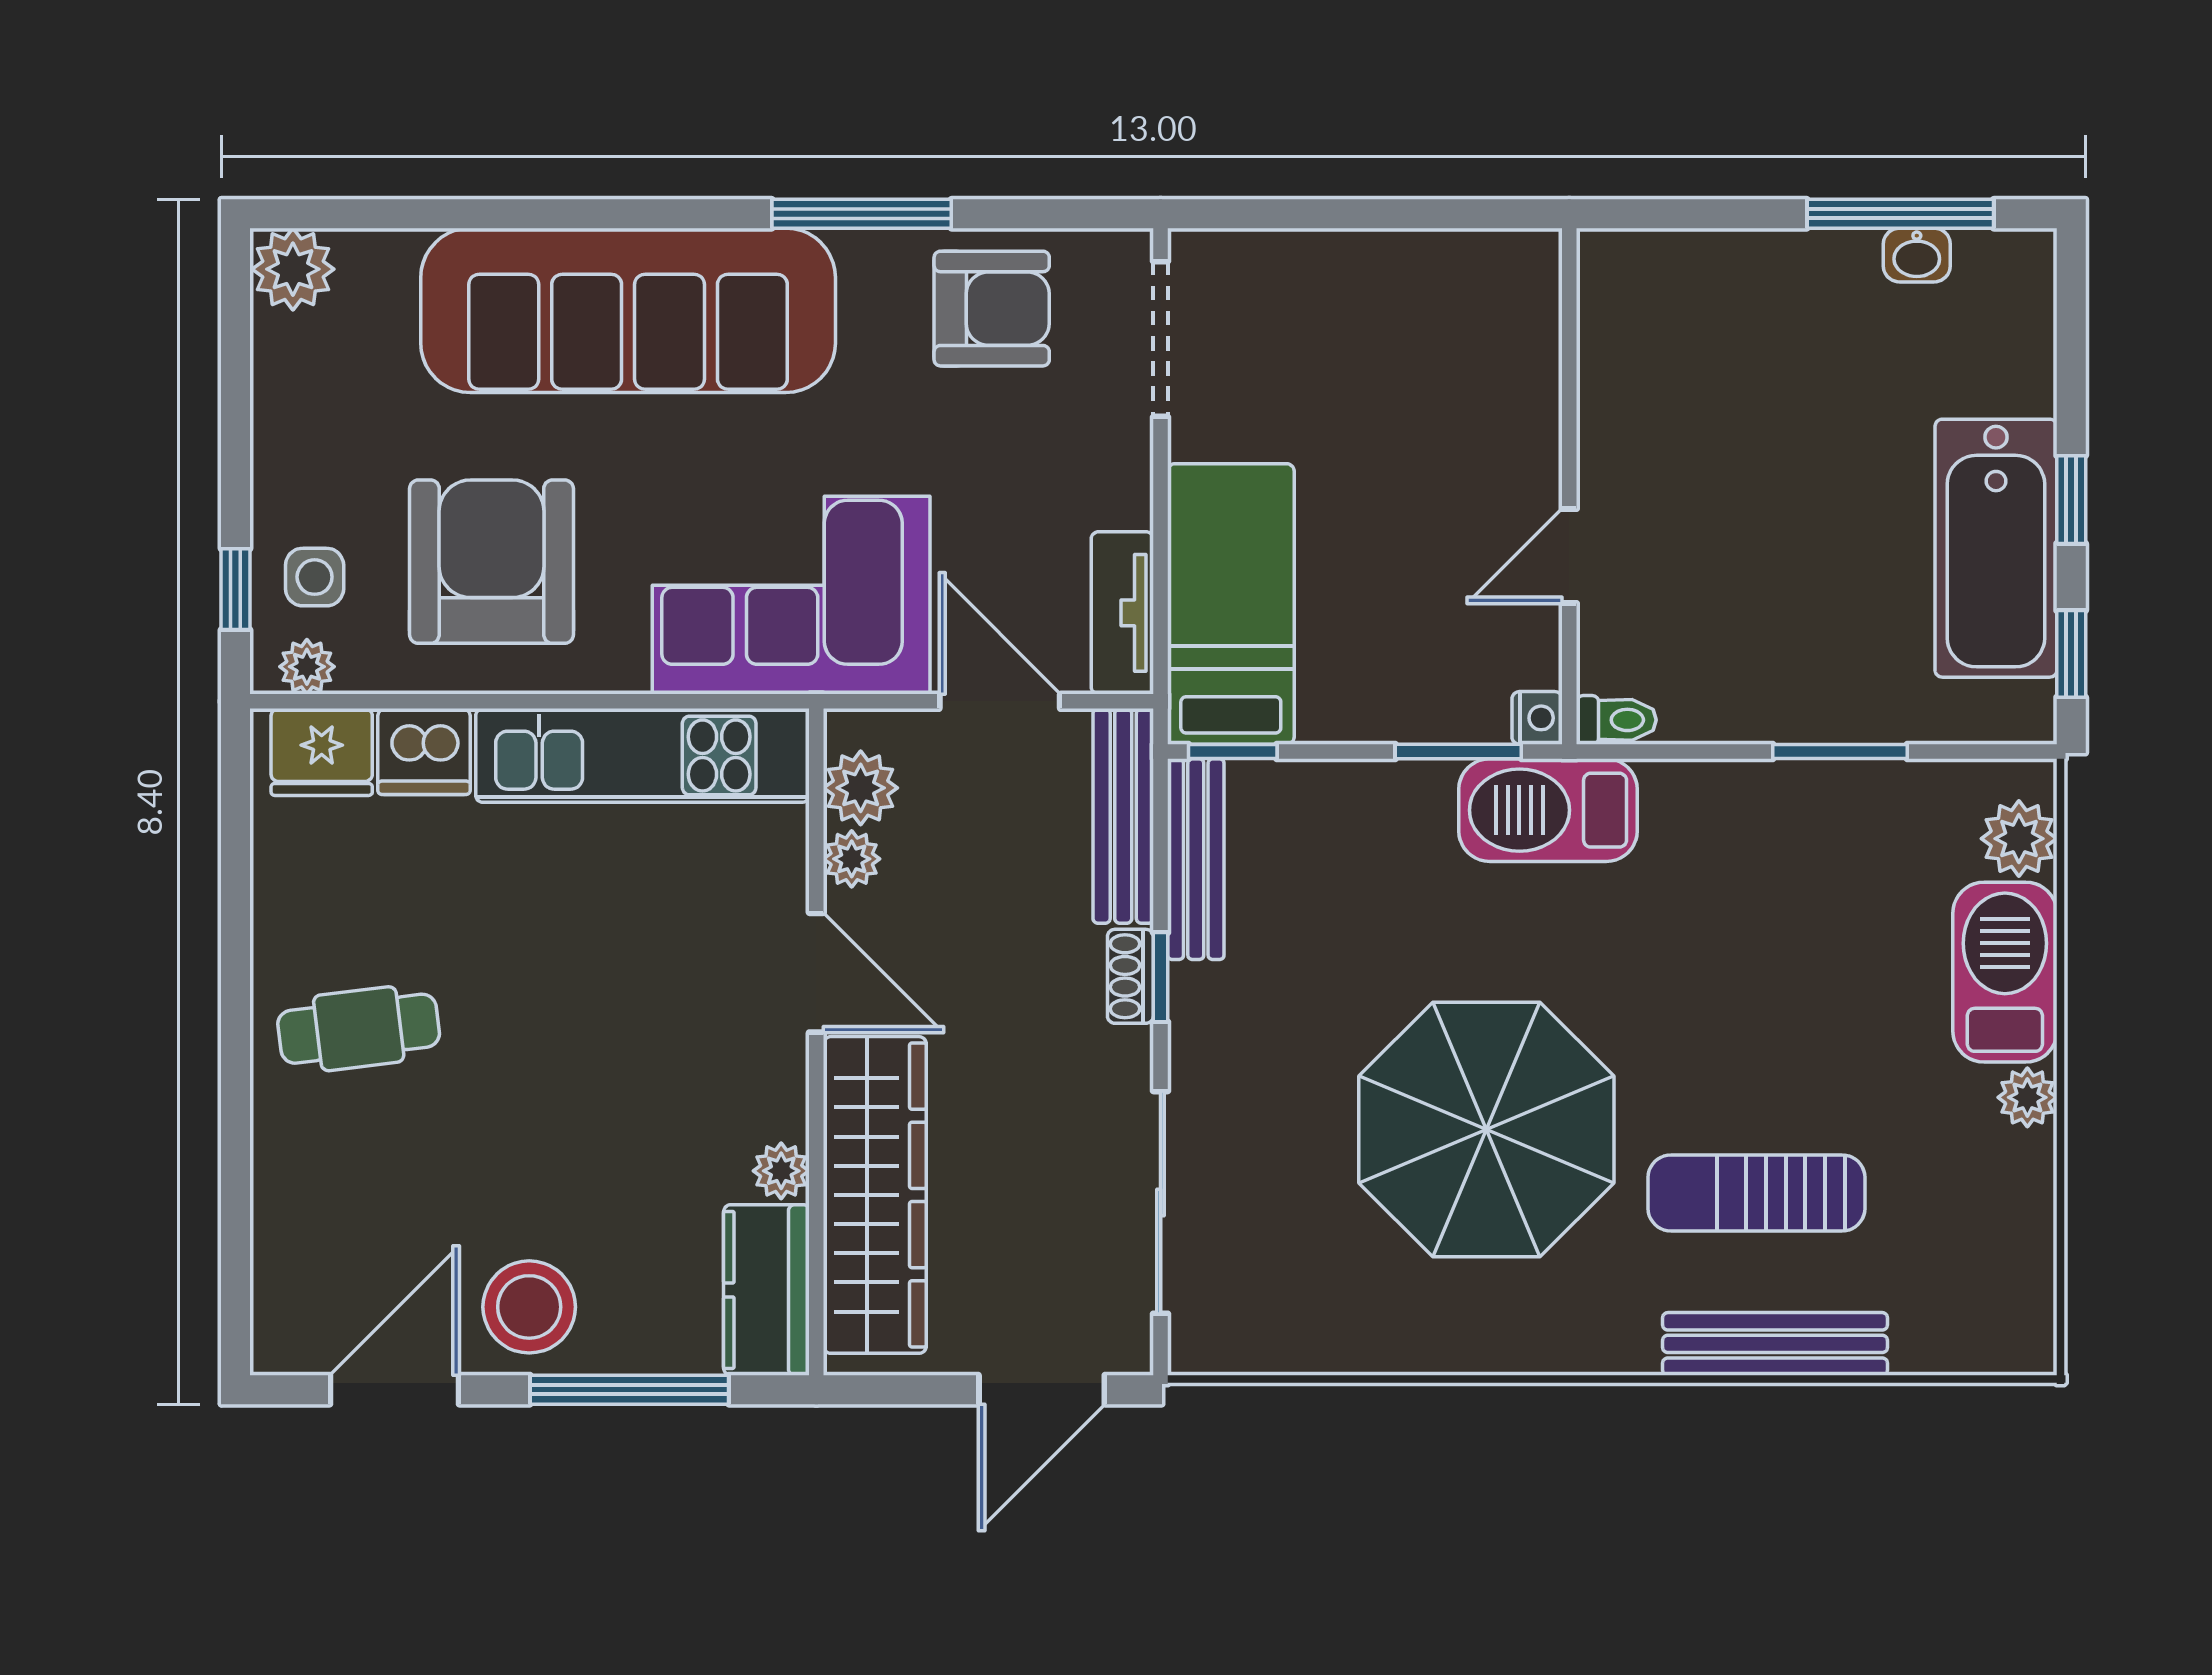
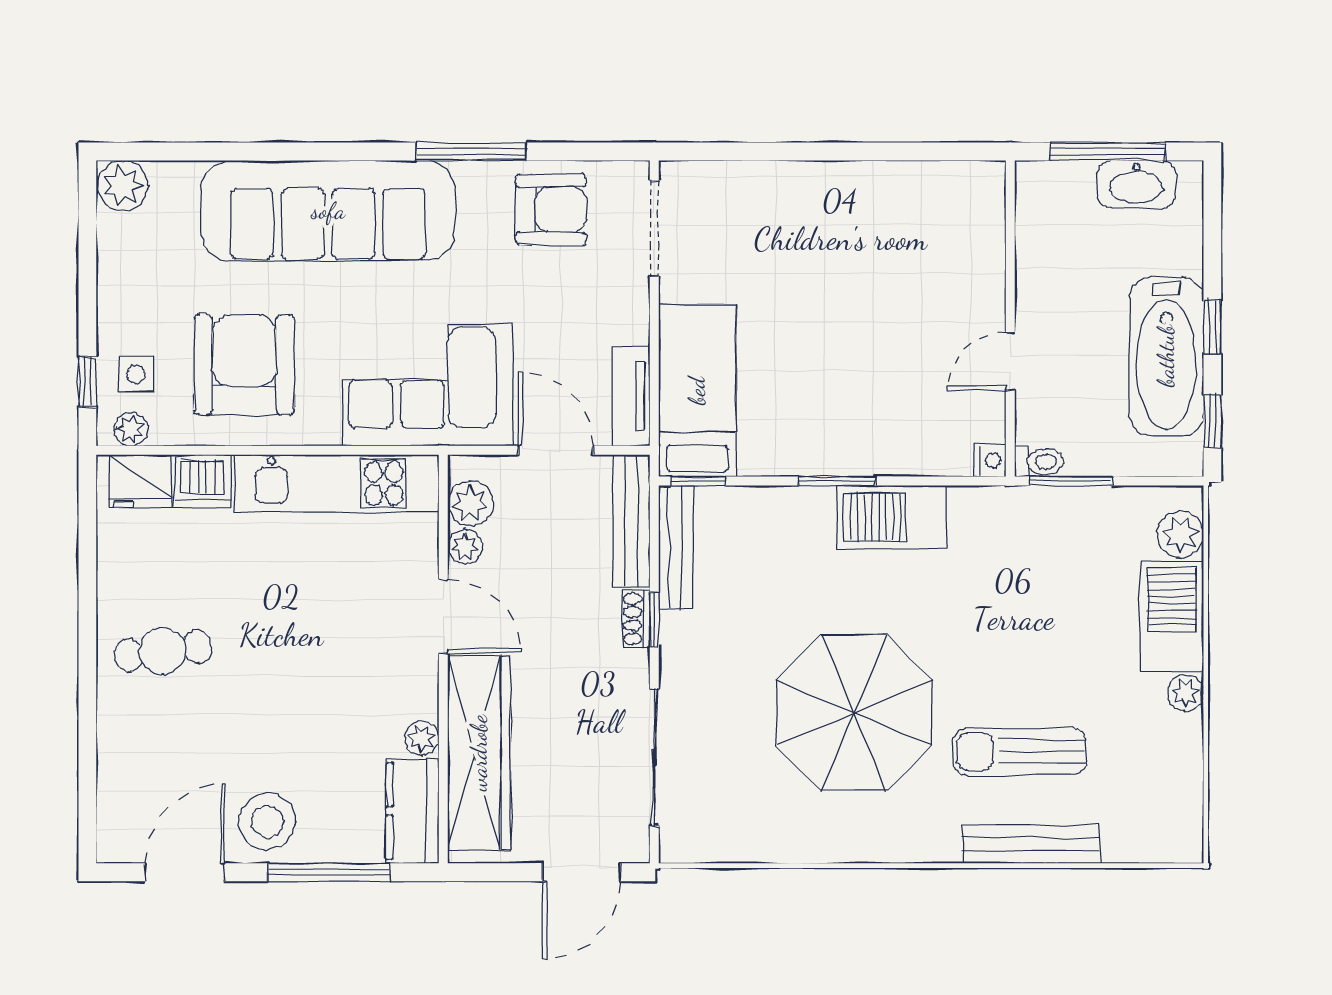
washbasin: (1917, 255) -> (1136, 184), width x1.91, depth x1.45
wall: (1569, 486) -> (1010, 318), moved
door: (1569, 556) -> (1010, 361), moved
nightstand: (1537, 718) -> (990, 460), moved
toilet: (1616, 720) -> (1039, 462), moved

